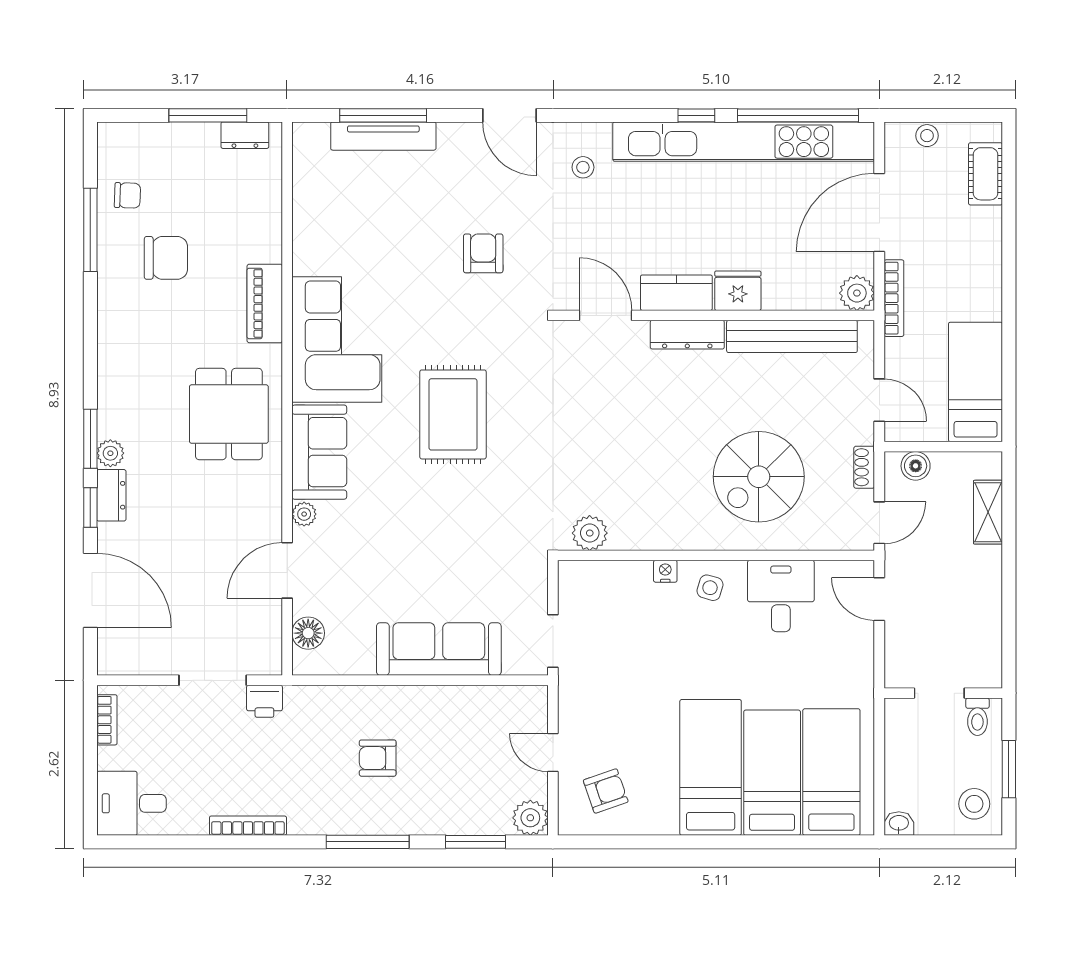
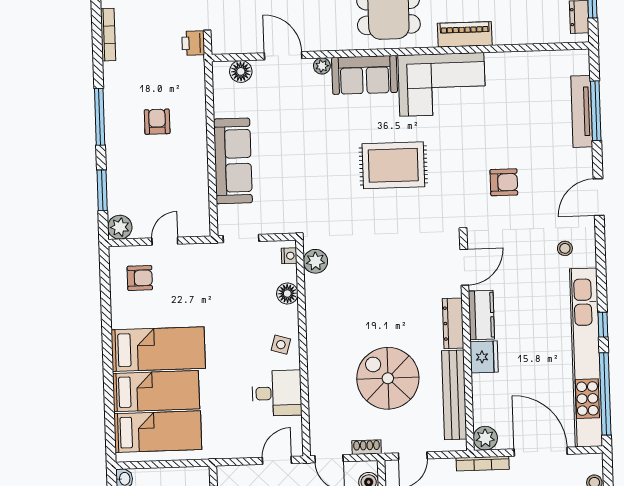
spiral stairs: (759, 477) -> (388, 378), moved
nightstand: (665, 571) -> (289, 256), moved
floor lamp: (636, 576) -> (287, 294), added
armchair: (606, 791) -> (140, 278), turned -71

